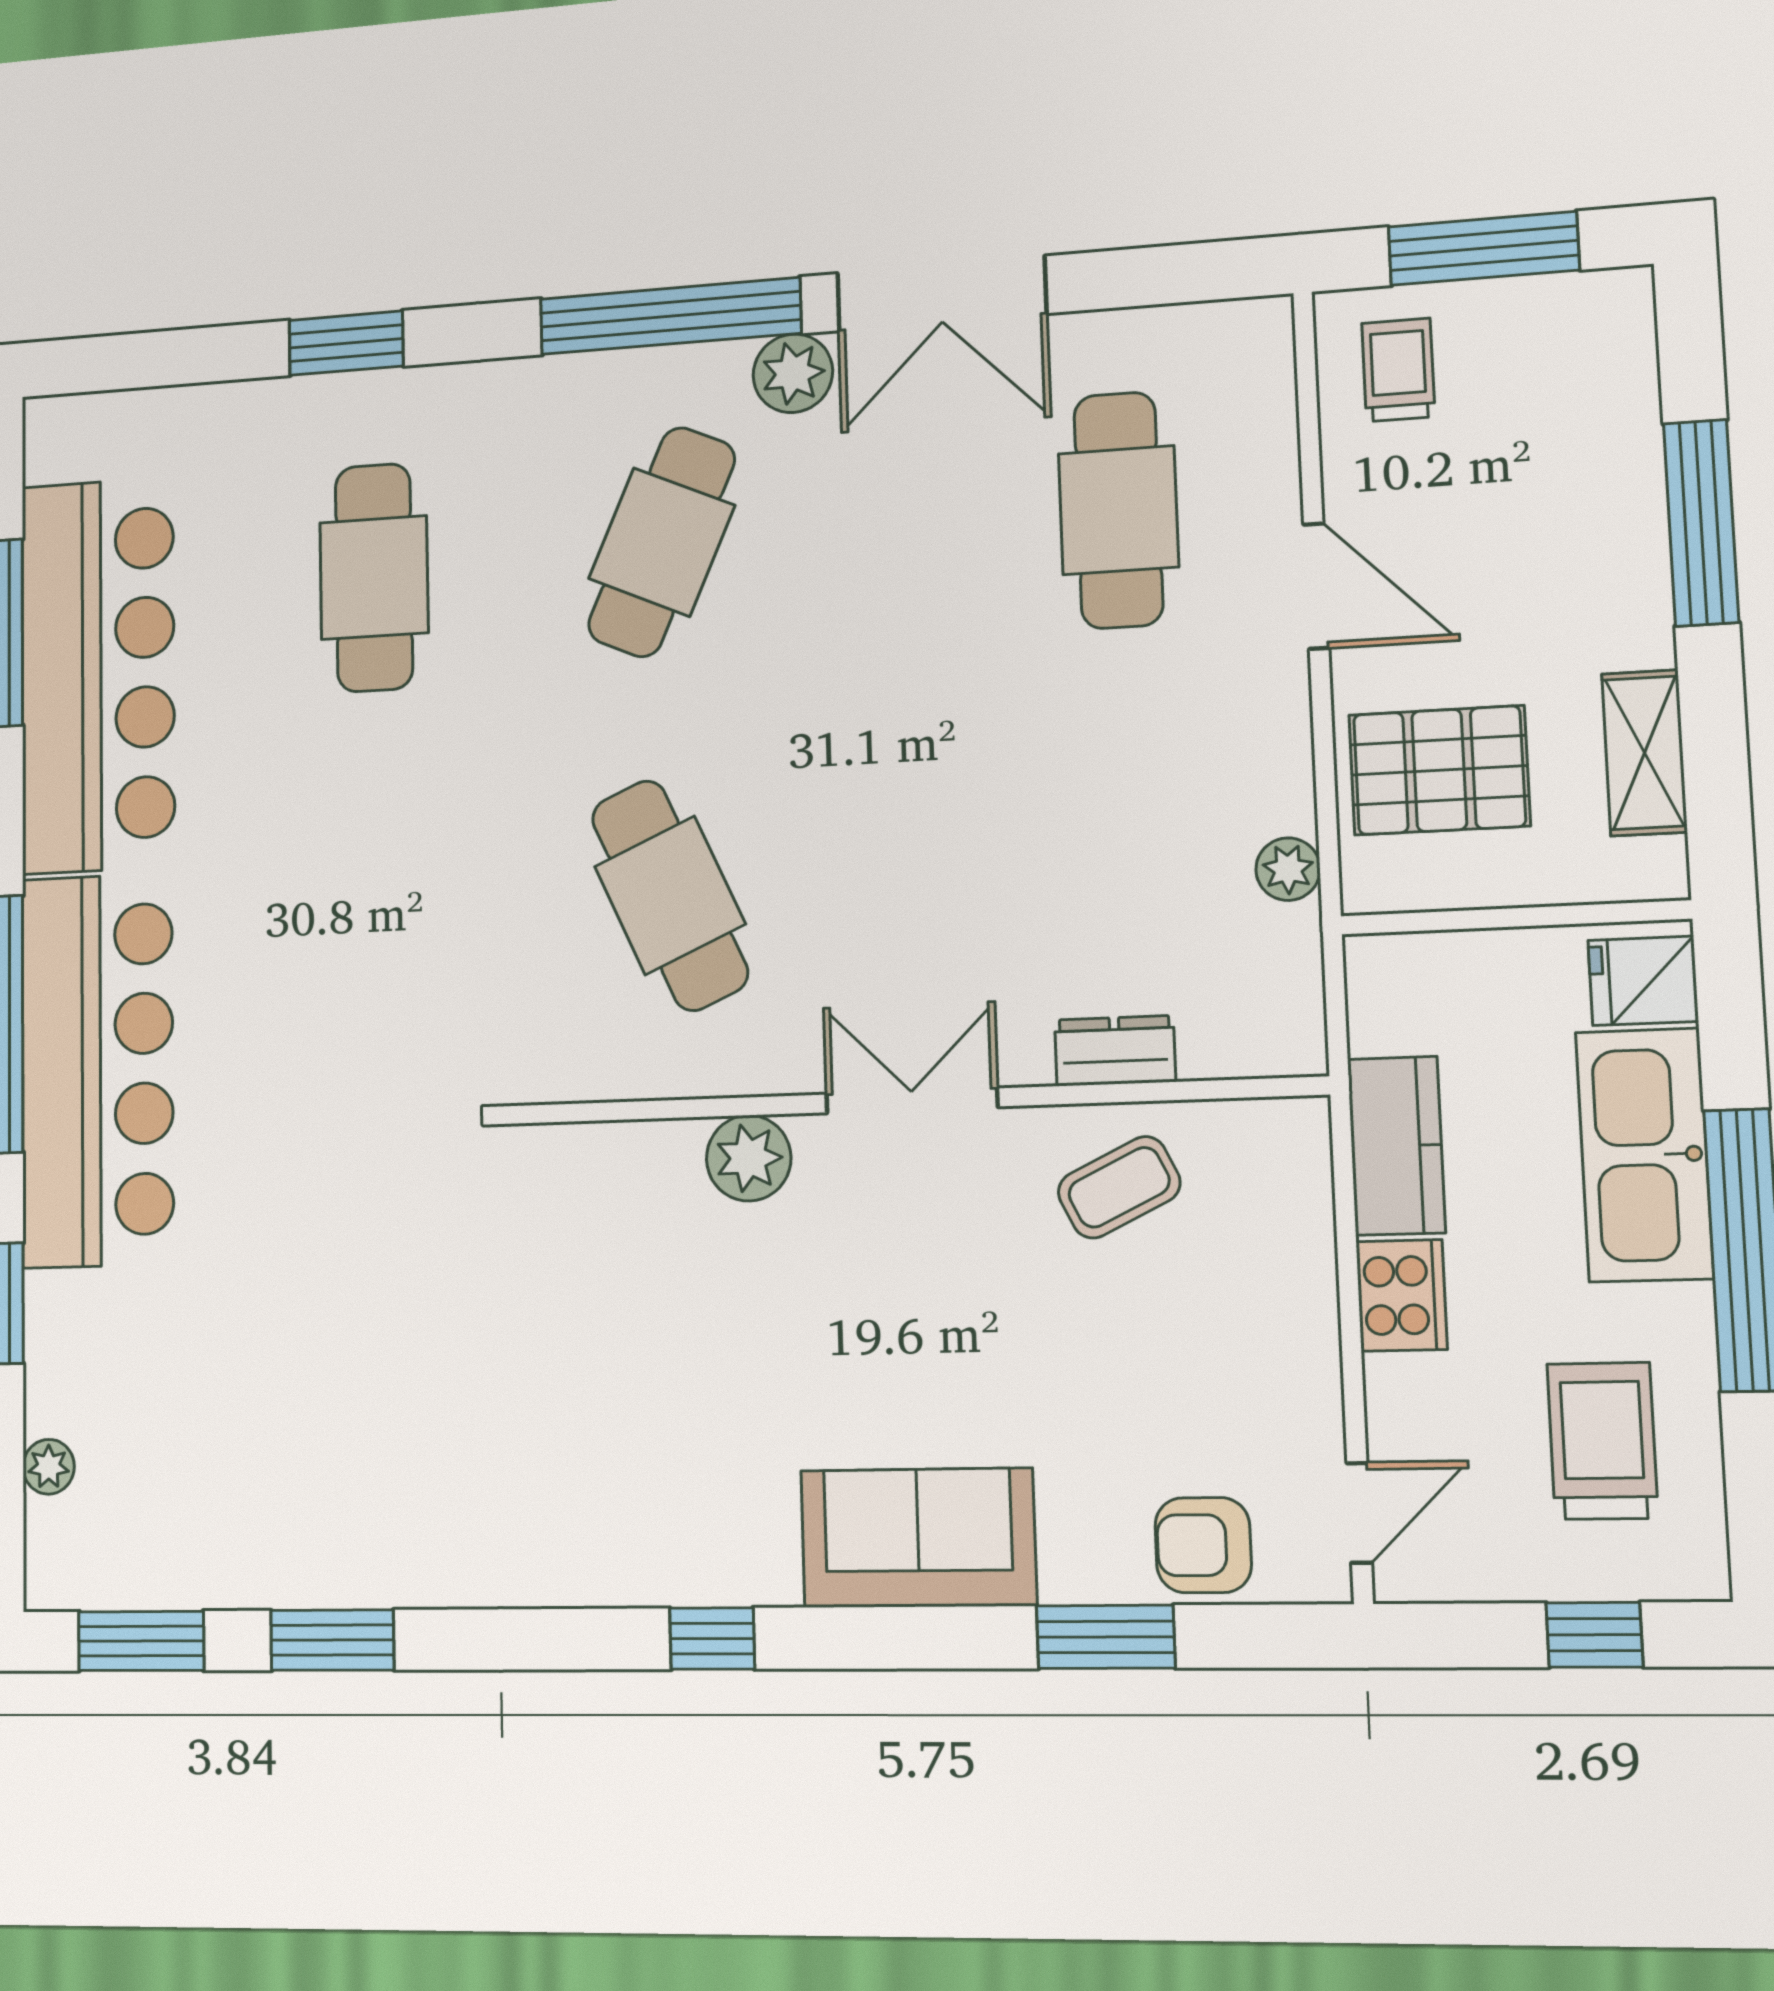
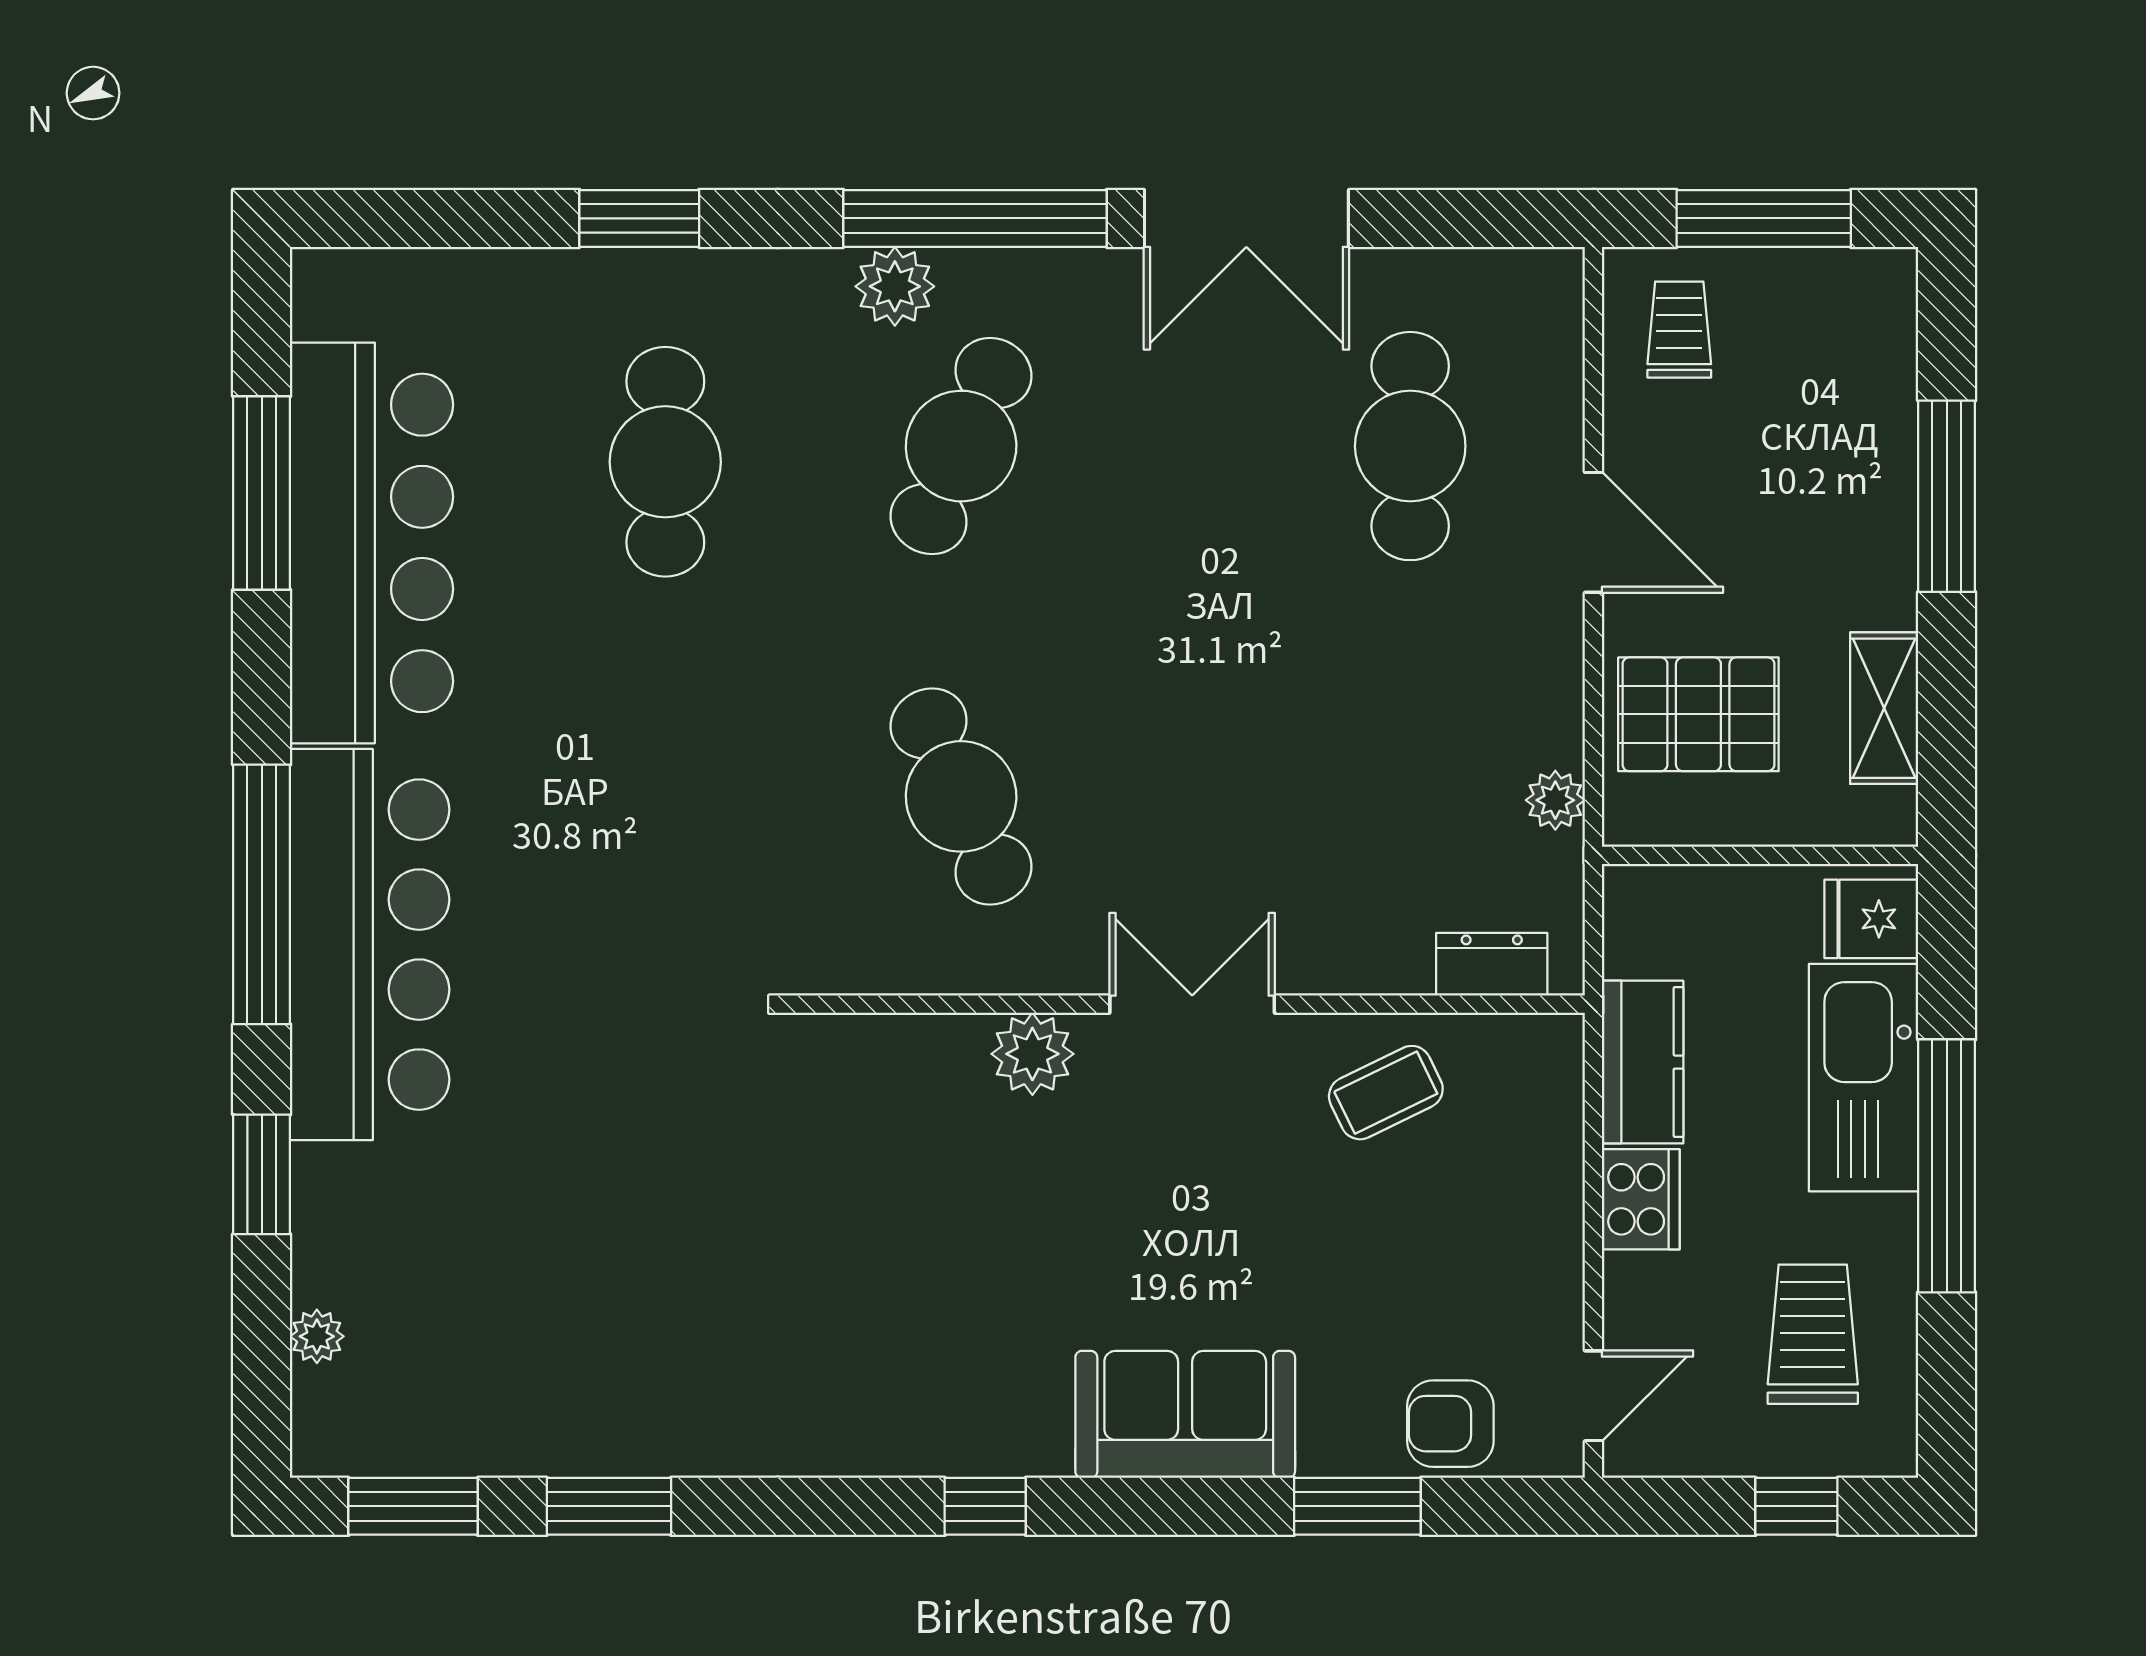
plant: (793, 373) -> (895, 286), moved
dresser: (1115, 1051) -> (1492, 964), moved

